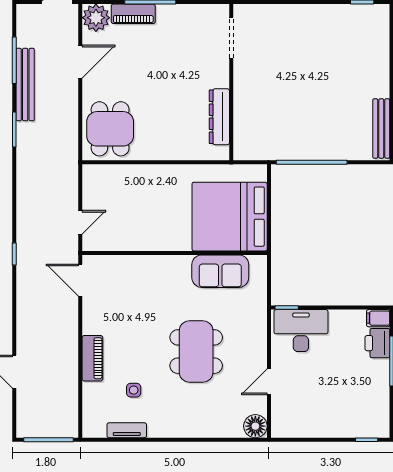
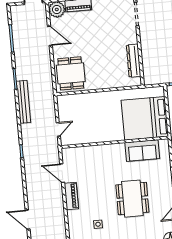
door: (80, 62) -> (50, 36), hinge flipped
bench: (25, 85) -> (23, 102), moved
door: (80, 280) -> (62, 173), moved
piano: (92, 358) -> (71, 196), moved

